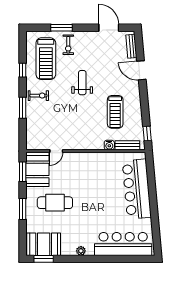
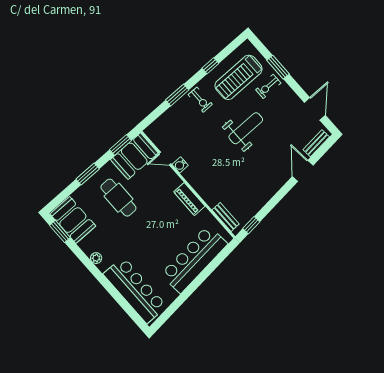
weight bench: (82, 83) -> (246, 128), width x1.36, depth x1.33
treadmill: (115, 112) -> (246, 180), removed
water cooler: (109, 145) -> (180, 165), moved
piano: (96, 158) -> (189, 199), added

